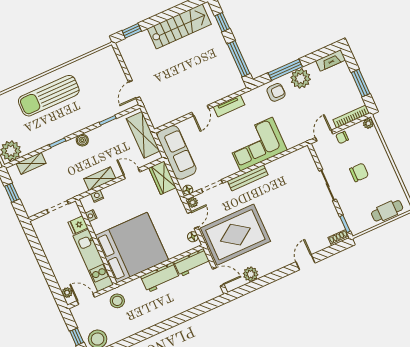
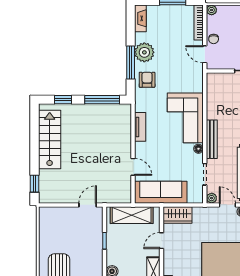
door: (134, 89) -> (88, 205), swing flipped
door: (200, 111) -> (133, 167), moved
floor lamp: (188, 190) -> (198, 149), moved

